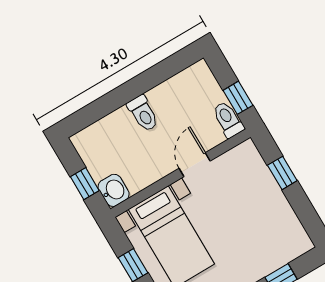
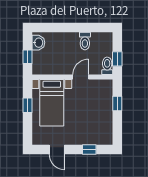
toilet: (143, 113) -> (85, 41), moved
washbasin: (114, 190) -> (38, 43), moved

